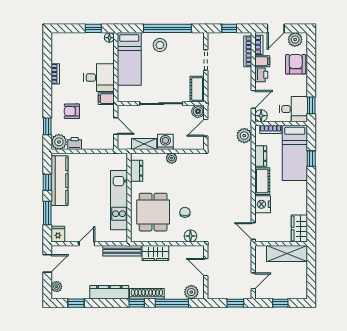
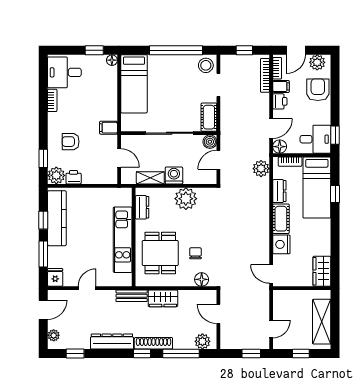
stool: (160, 45) -> (206, 65), moved
desk: (99, 78) -> (64, 72), moved, turned 180
plant: (172, 158) -> (186, 199), width x1.88, depth x1.88
bench: (122, 251) -> (132, 296), width x0.73
shelving: (287, 254) -> (322, 322), moved, turned 90

